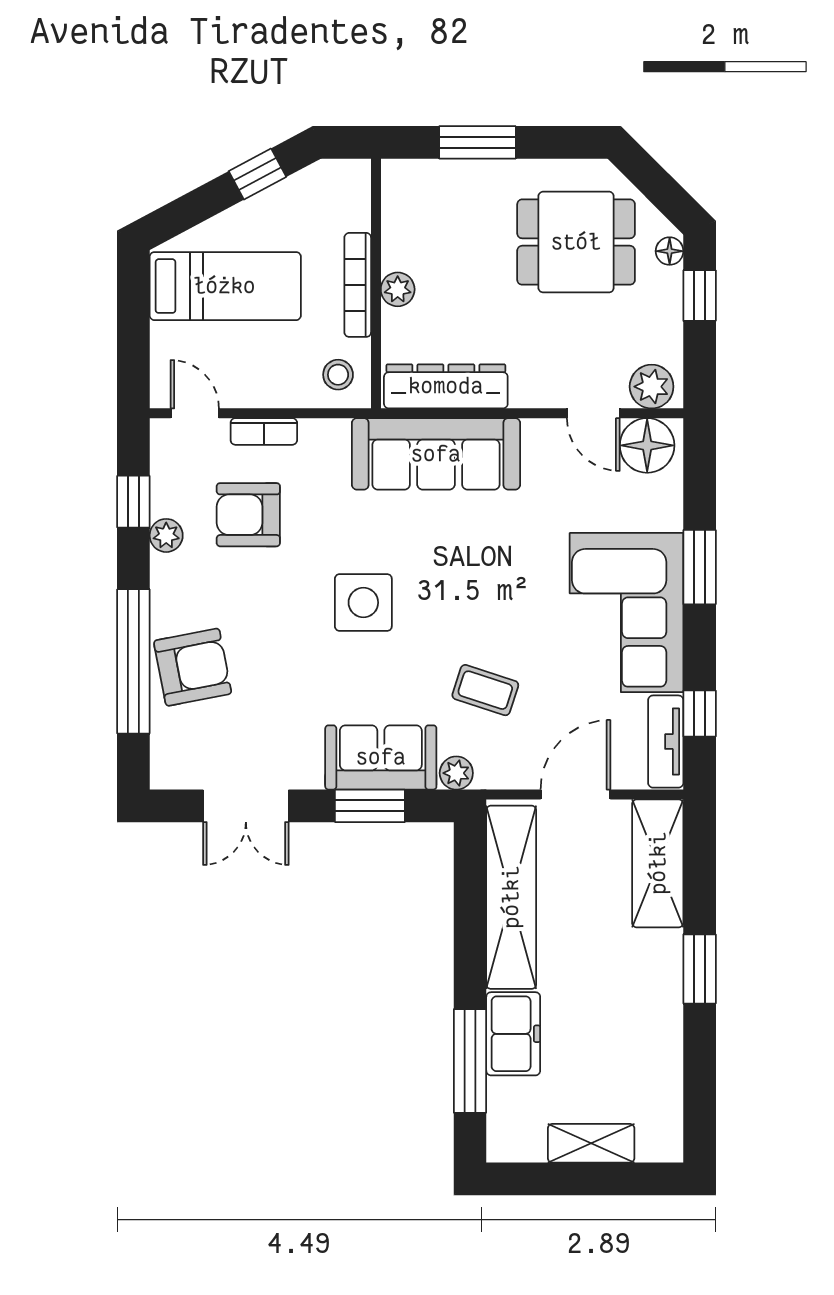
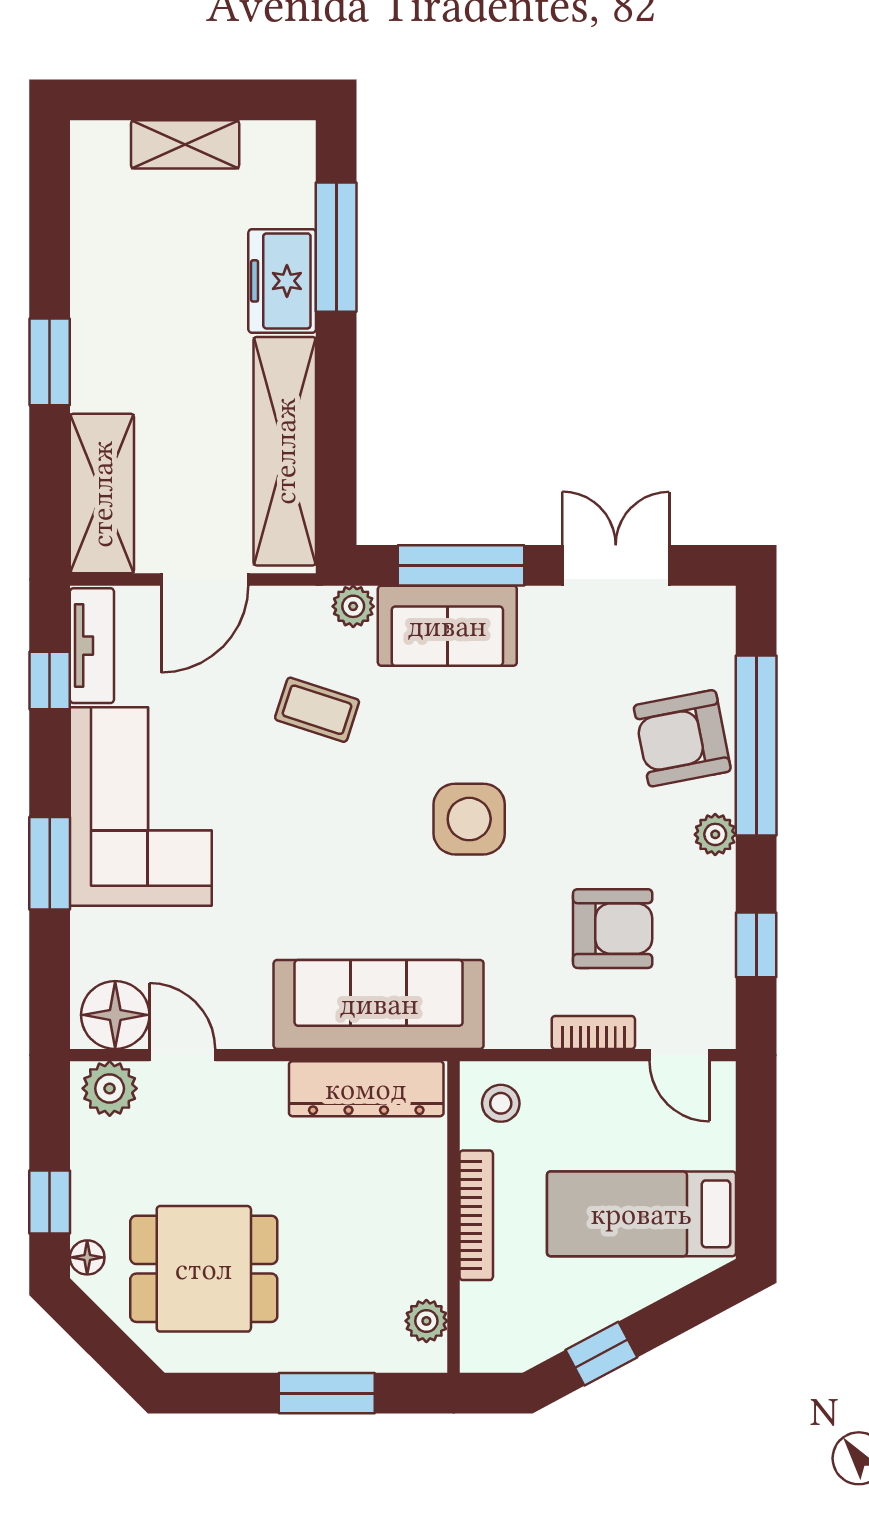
plant: (398, 289) -> (426, 1321), moved
plant: (166, 535) -> (715, 834), moved
window: (370, 806) -> (461, 565), width x1.44

